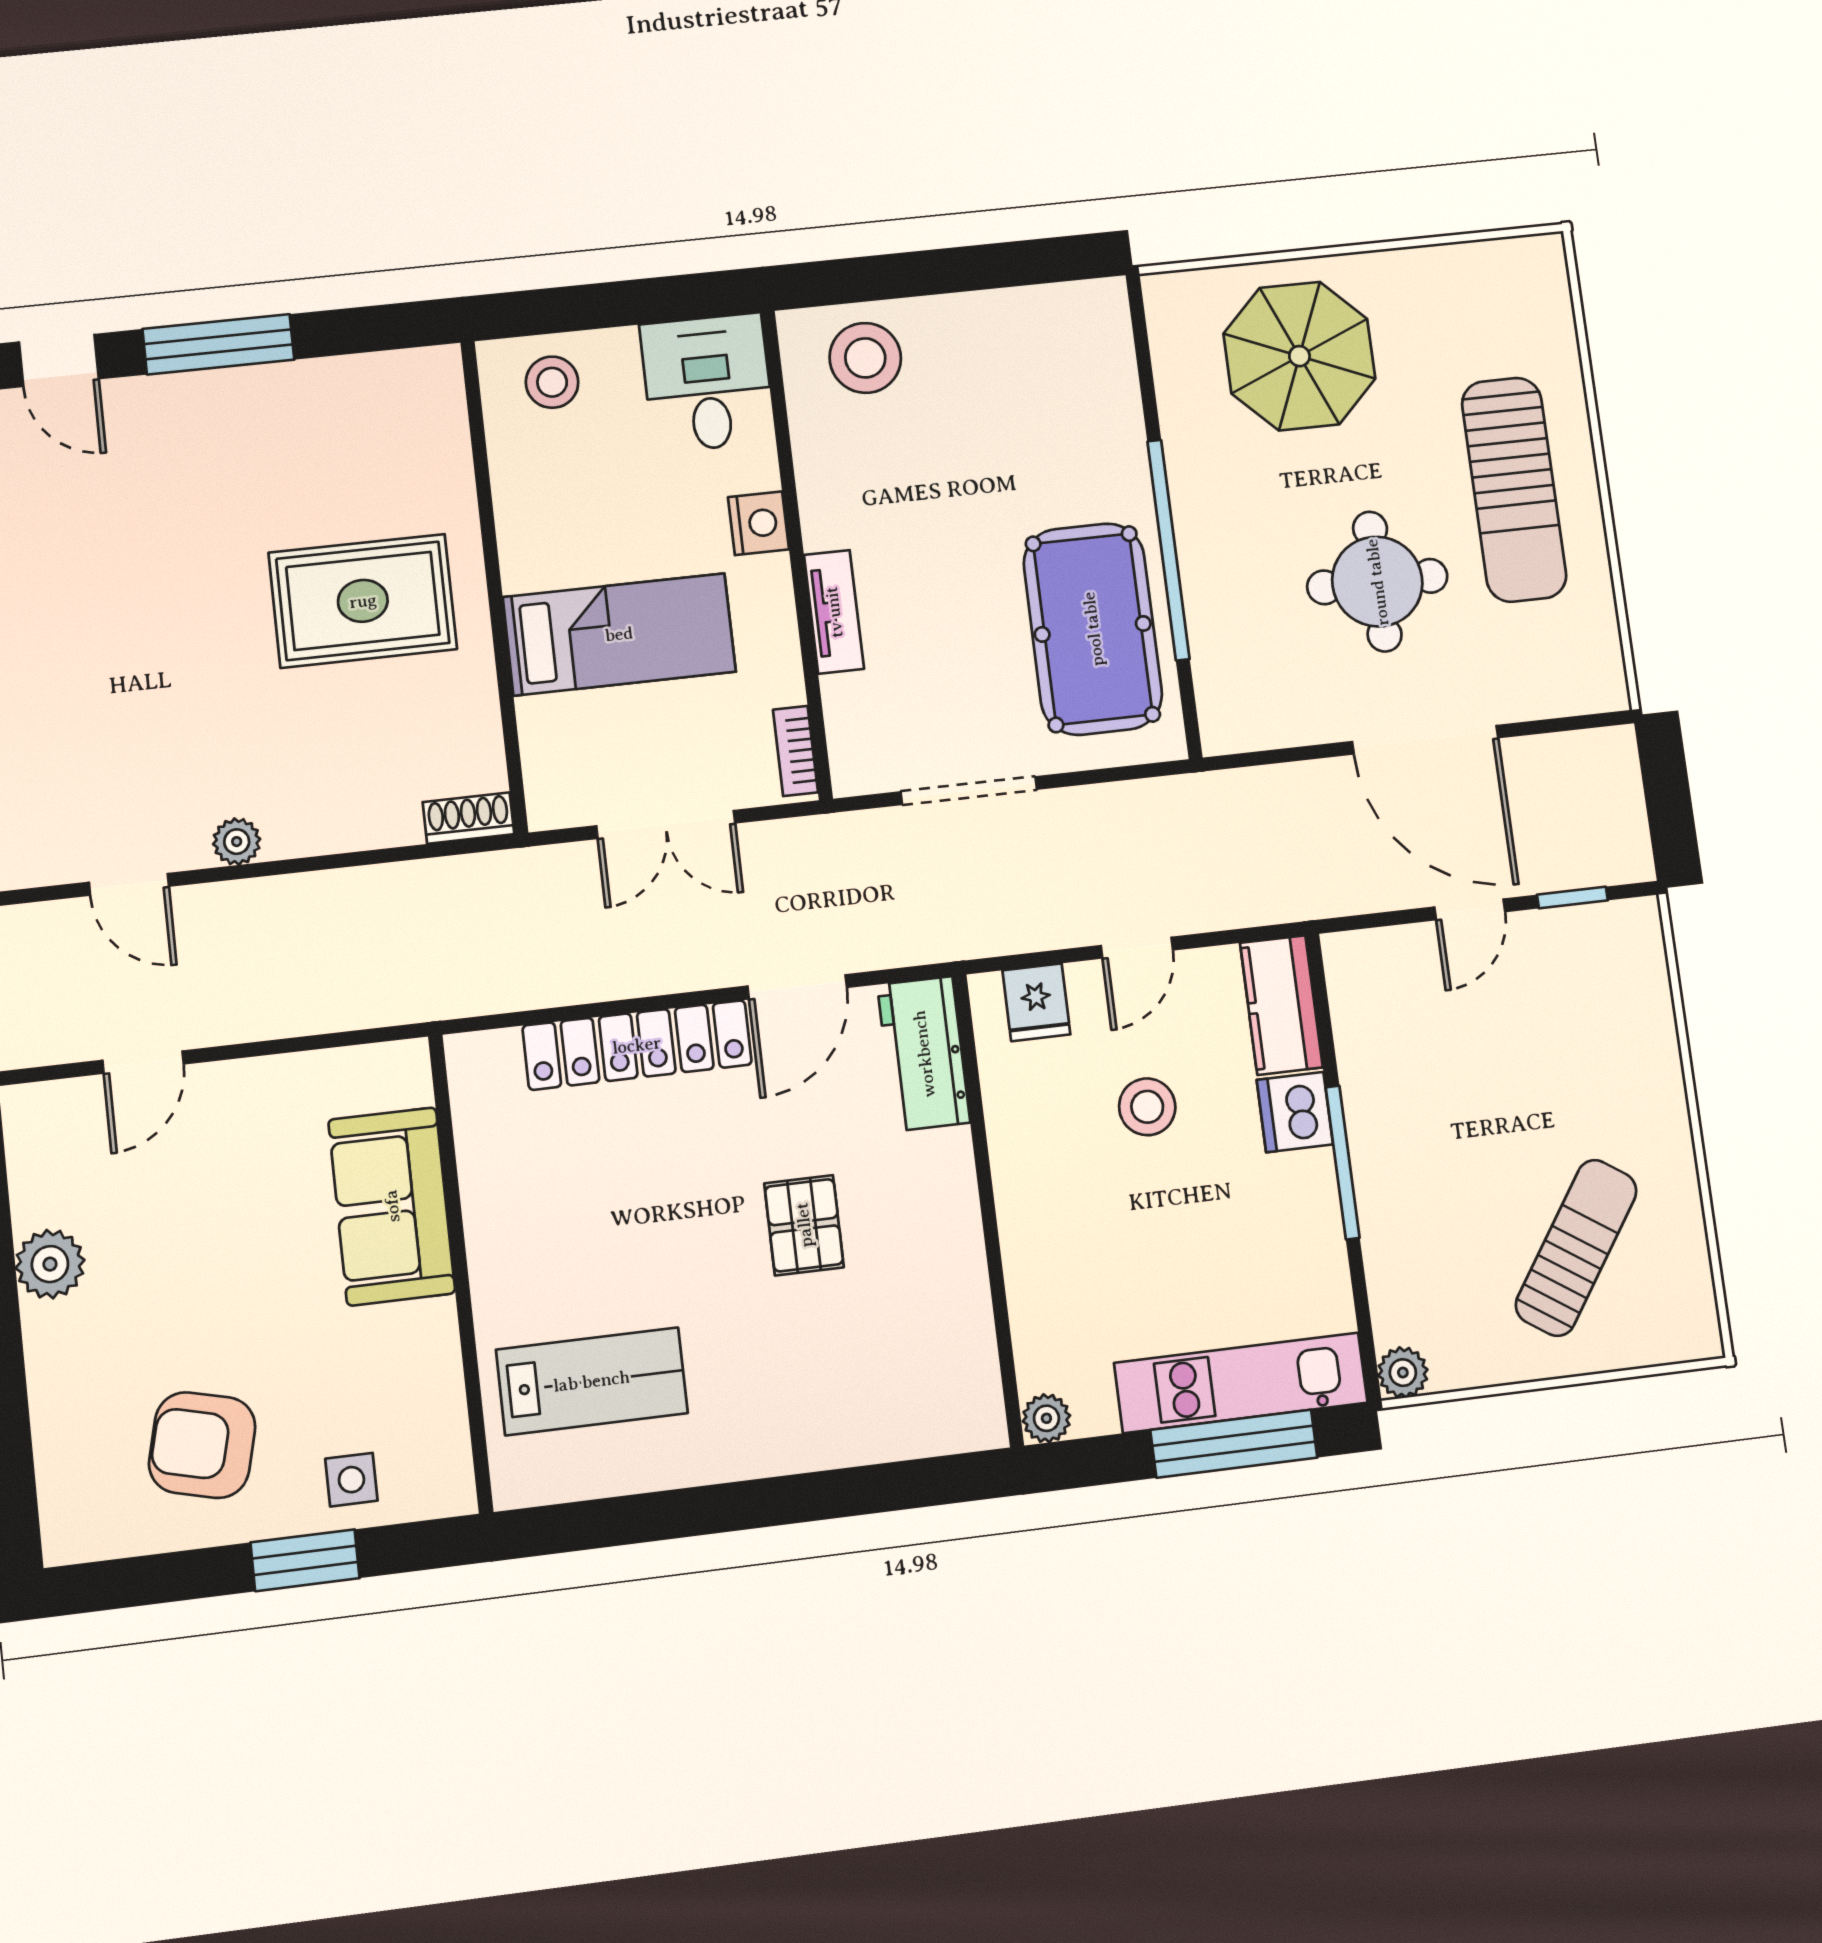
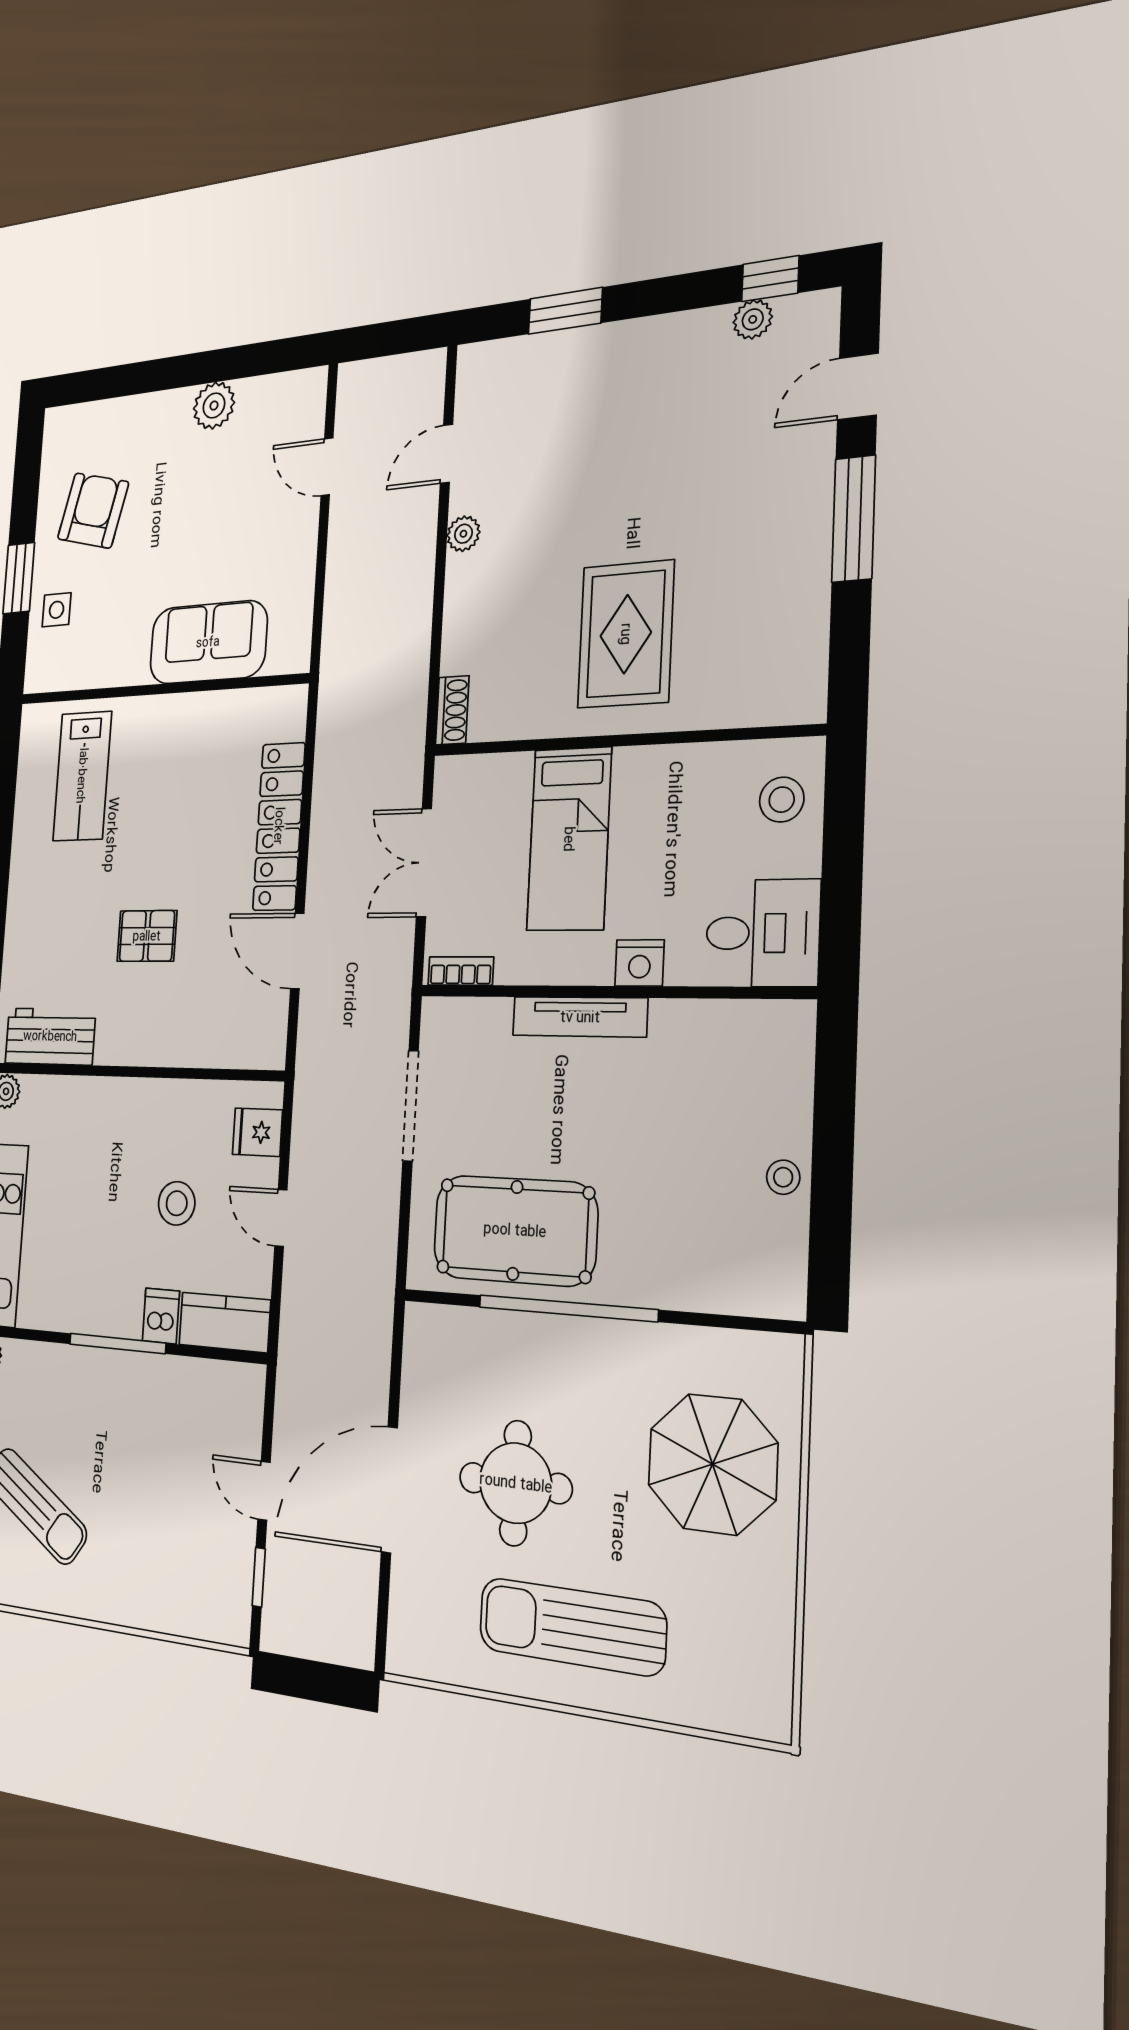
stool: (865, 358) -> (783, 1177), moved, width x0.53, depth x0.53
tv unit: (834, 612) -> (580, 1017), width x1.41
workbench: (924, 1054) -> (50, 1036), moved
dishwasher: (1295, 1112) -> (161, 1316), width x0.73

